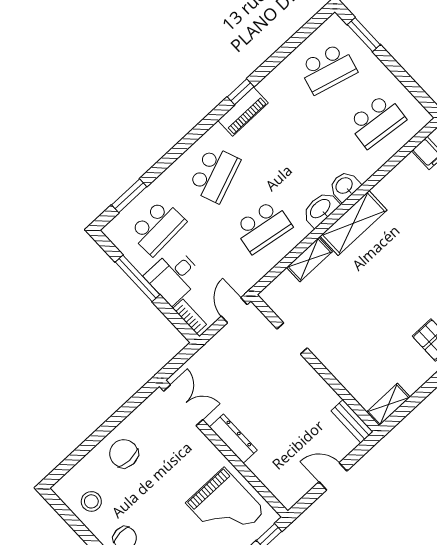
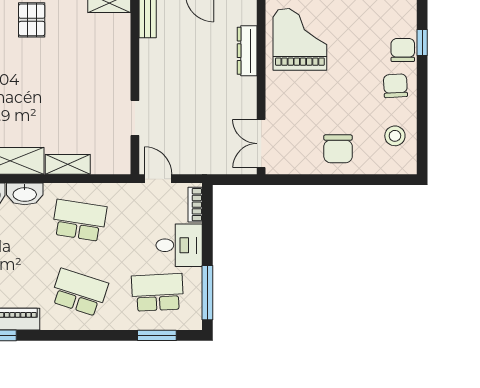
school desk: (214, 174) -> (79, 292), turned 39
window: (137, 278) -> (207, 293), moved
door: (234, 310) -> (158, 179), swing flipped
dresser: (233, 439) -> (247, 51), moved

